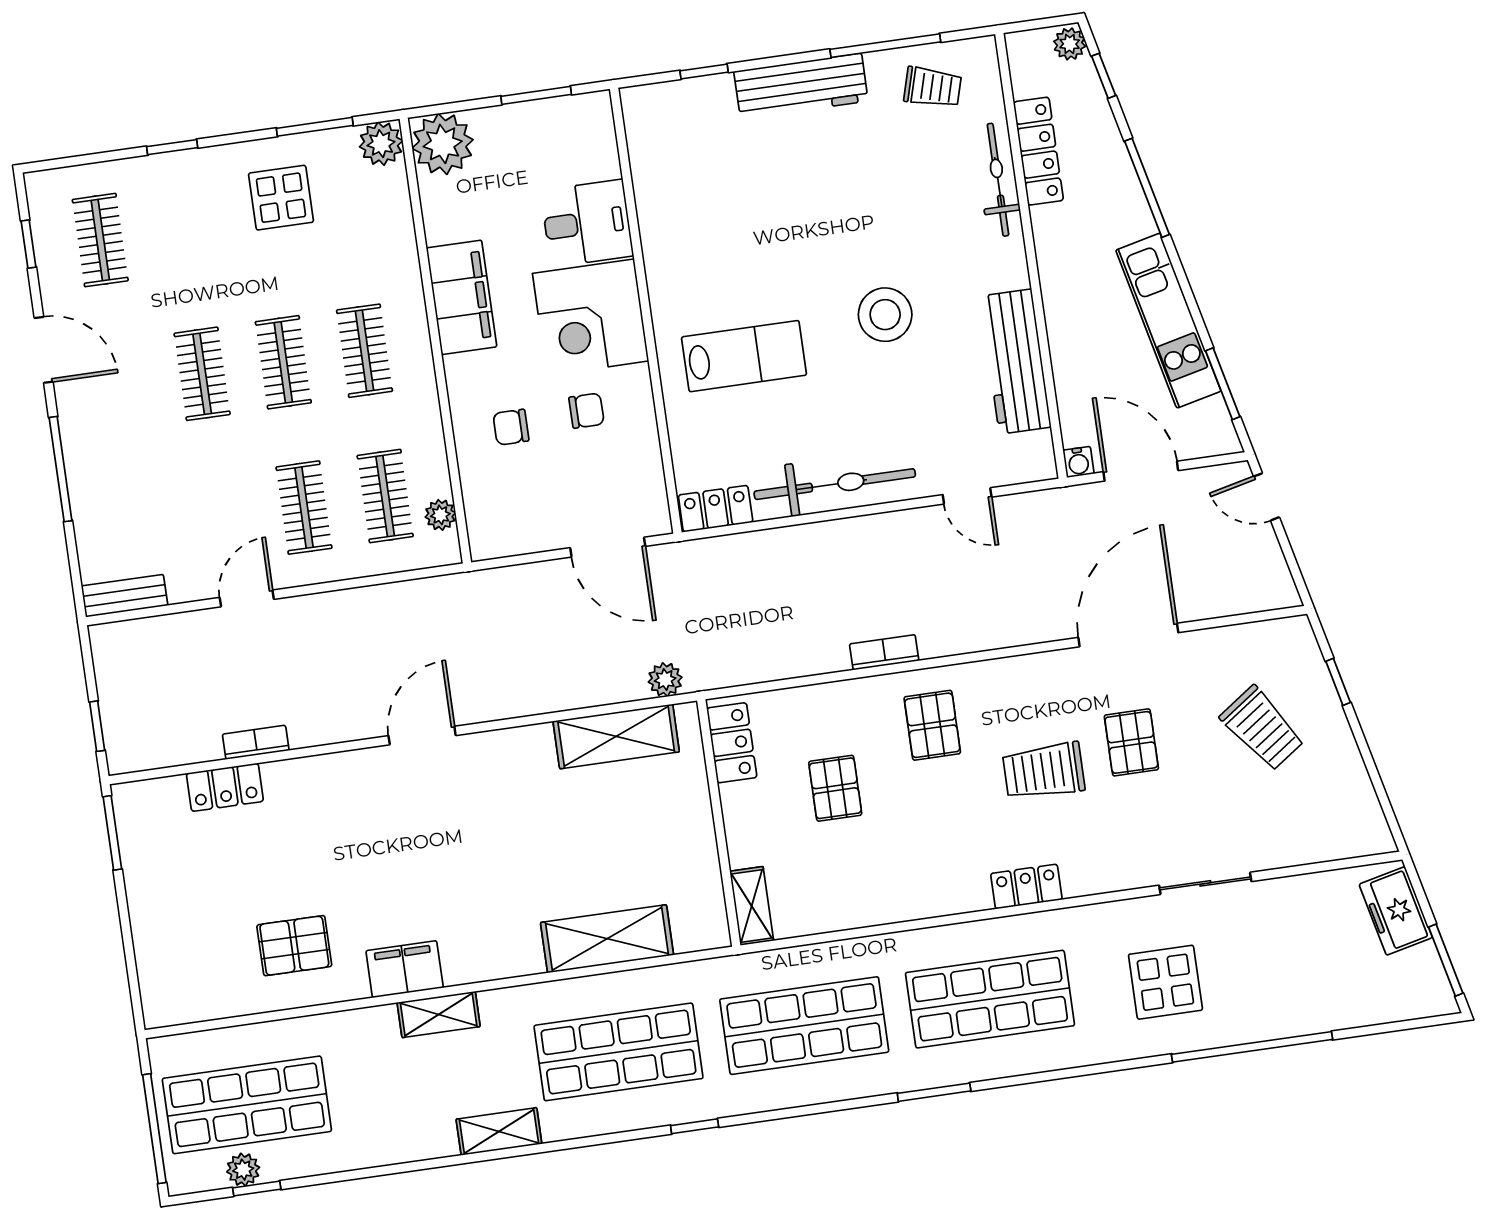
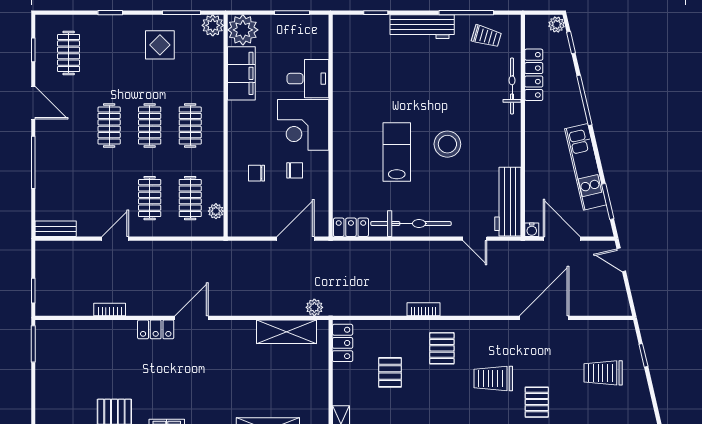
filing cabinet: (461, 297) -> (241, 73), moved
lab bench: (744, 356) -> (397, 152), moved, turned -90
workbench: (1015, 362) -> (508, 202), moved
door: (608, 547) -> (296, 239), swing flipped
trolley: (1262, 728) -> (603, 373), turned 125
pallet: (1131, 742) -> (537, 402), moved
locker: (225, 787) -> (156, 329), moved

